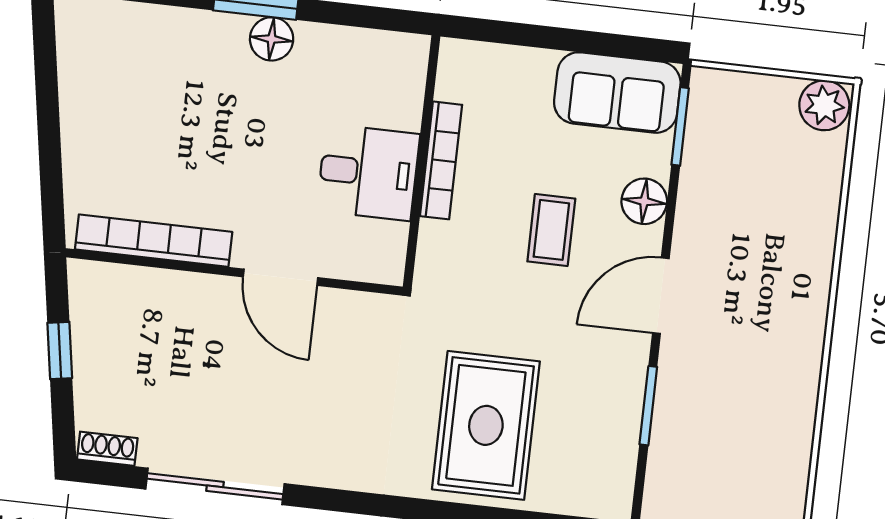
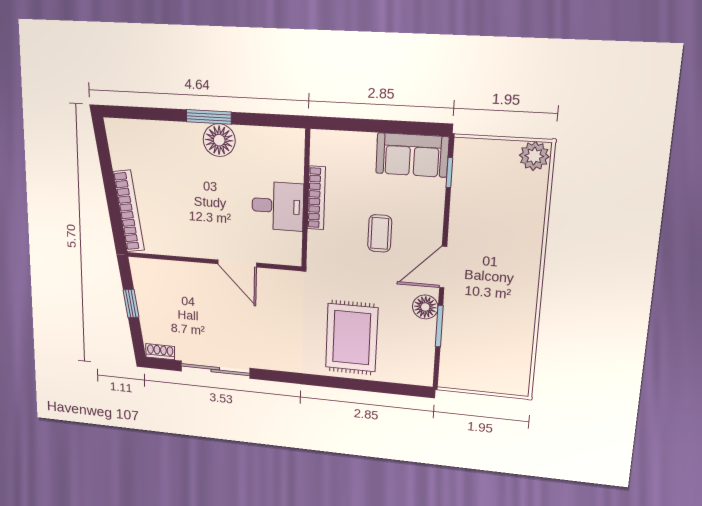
floor lamp: (272, 39) -> (219, 140), width x1.38, depth x1.38
window: (680, 126) -> (449, 173), width x0.67
floor lamp: (644, 201) -> (425, 307), moved
bookcase: (154, 241) -> (129, 211), moved, turned 81

